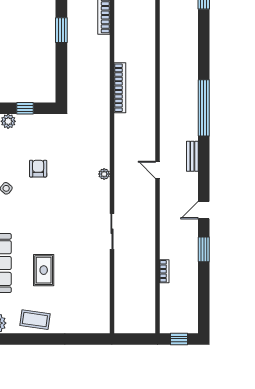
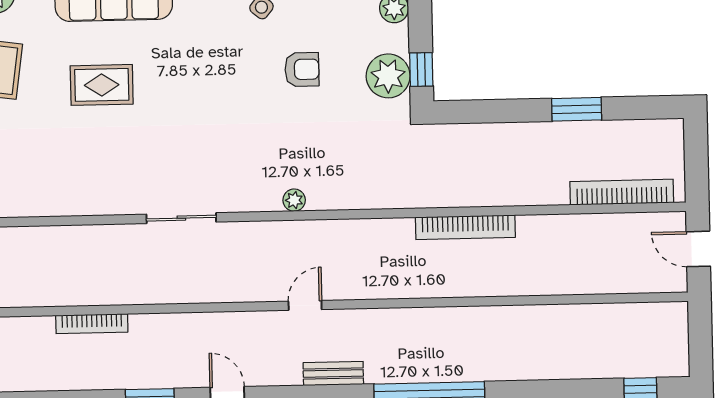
window: (25, 108) -> (421, 69), moved
plant: (42, 125) -> (388, 76), added
bookcase: (164, 271) -> (92, 324), width x1.56

